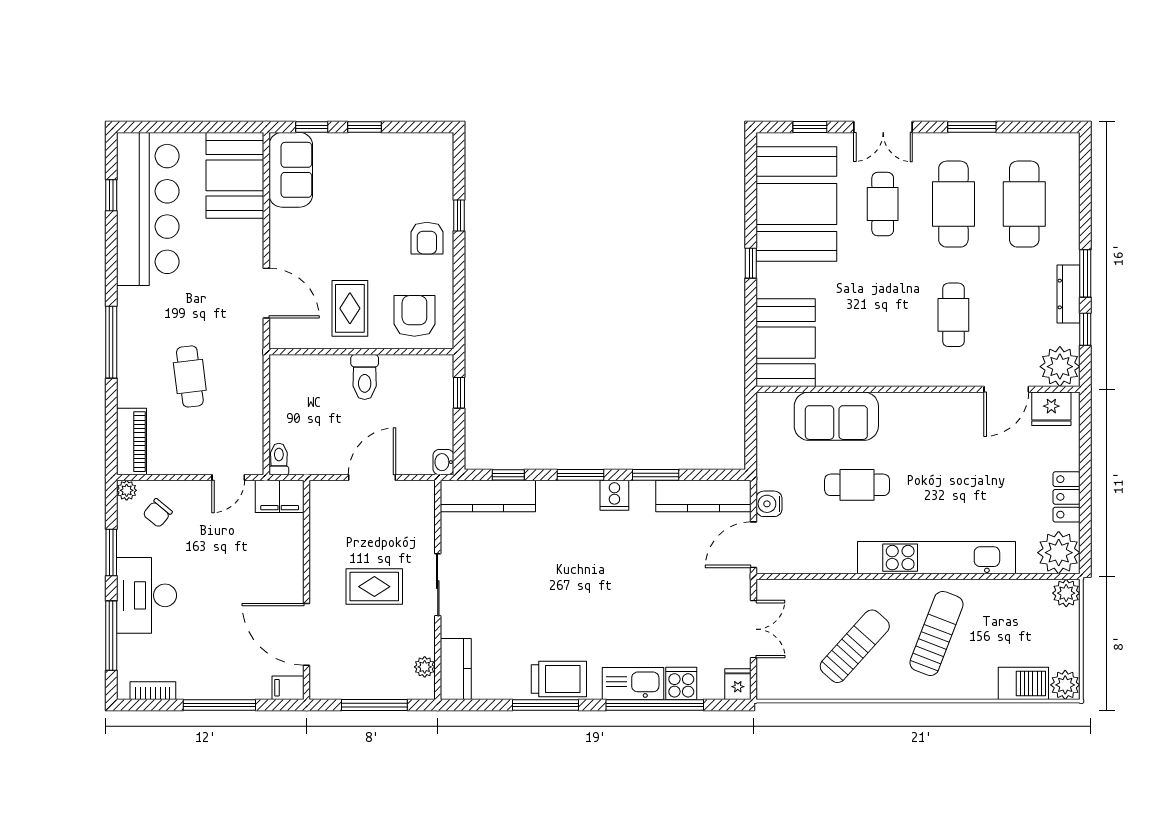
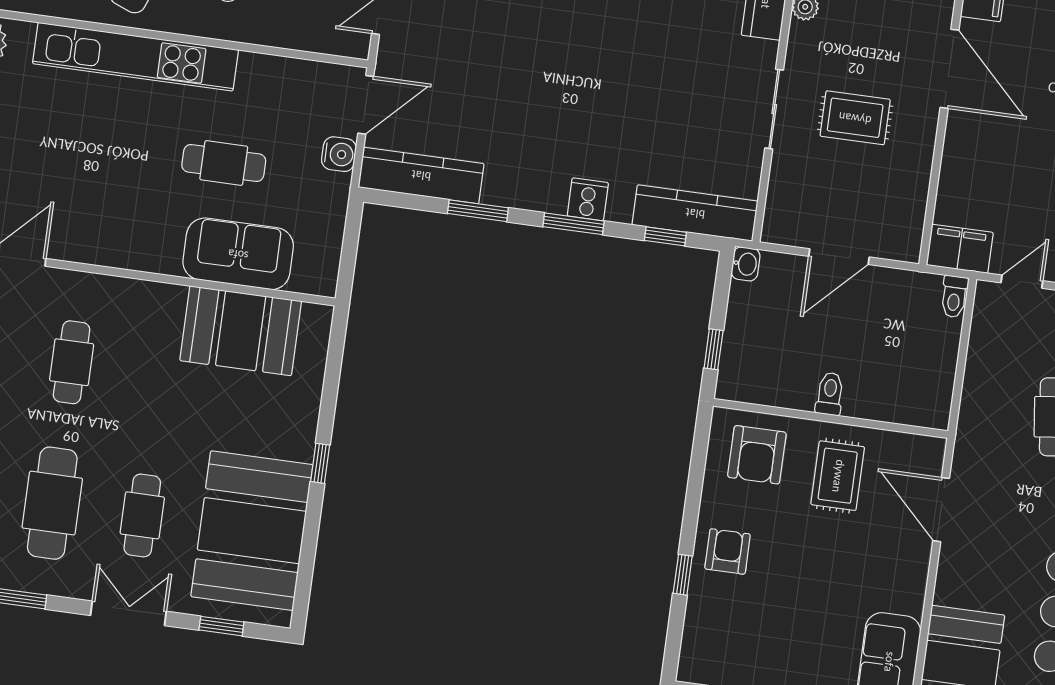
booth: (786, 343) -> (241, 331), moved, turned 90
toilet: (365, 377) -> (830, 394), width x0.73, depth x0.72
cooker: (614, 495) -> (588, 199), moved

